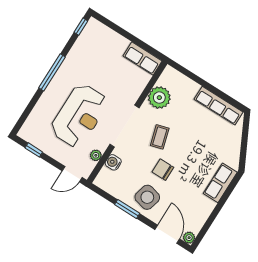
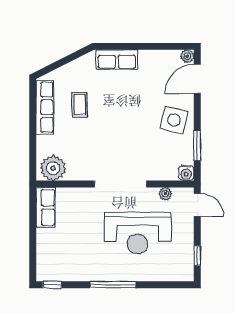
plant: (159, 98) -> (53, 168), moved
reception desk: (79, 116) -> (138, 233), turned 180
coffee table: (160, 137) -> (80, 105), moved, turned -74
water cooler: (113, 162) -> (186, 173), moved
chair: (163, 170) -> (139, 122), removed
window: (127, 209) -> (197, 146), moved

